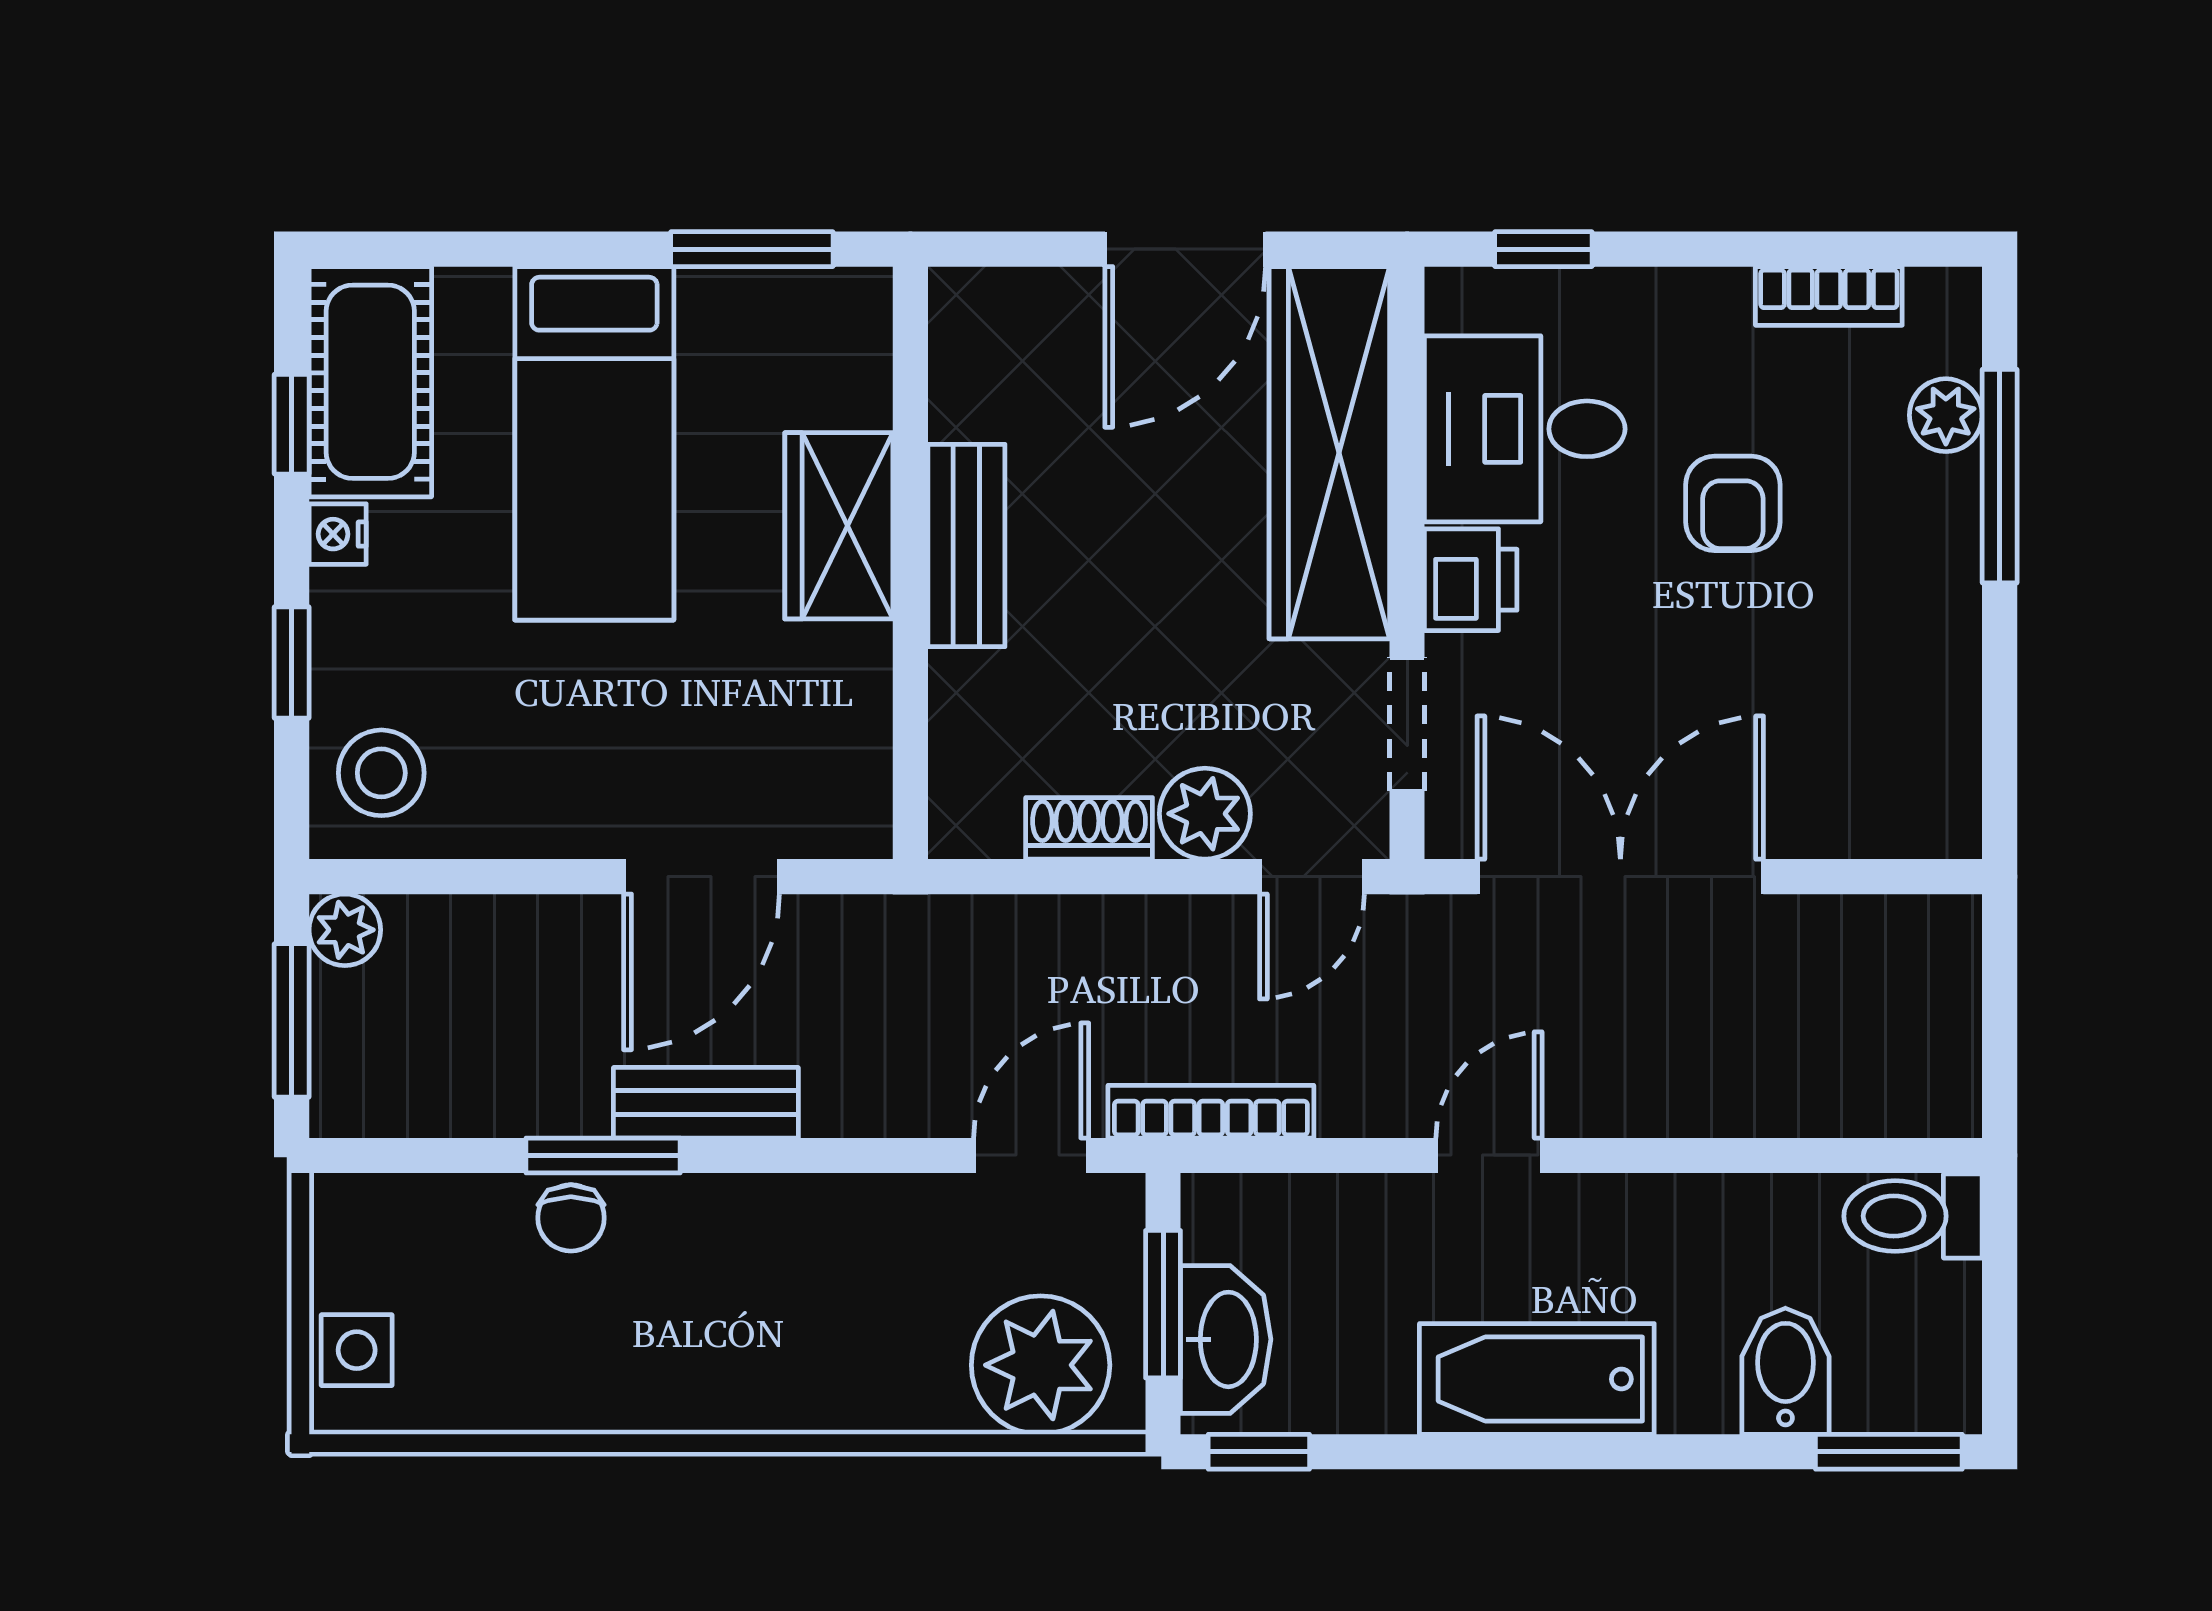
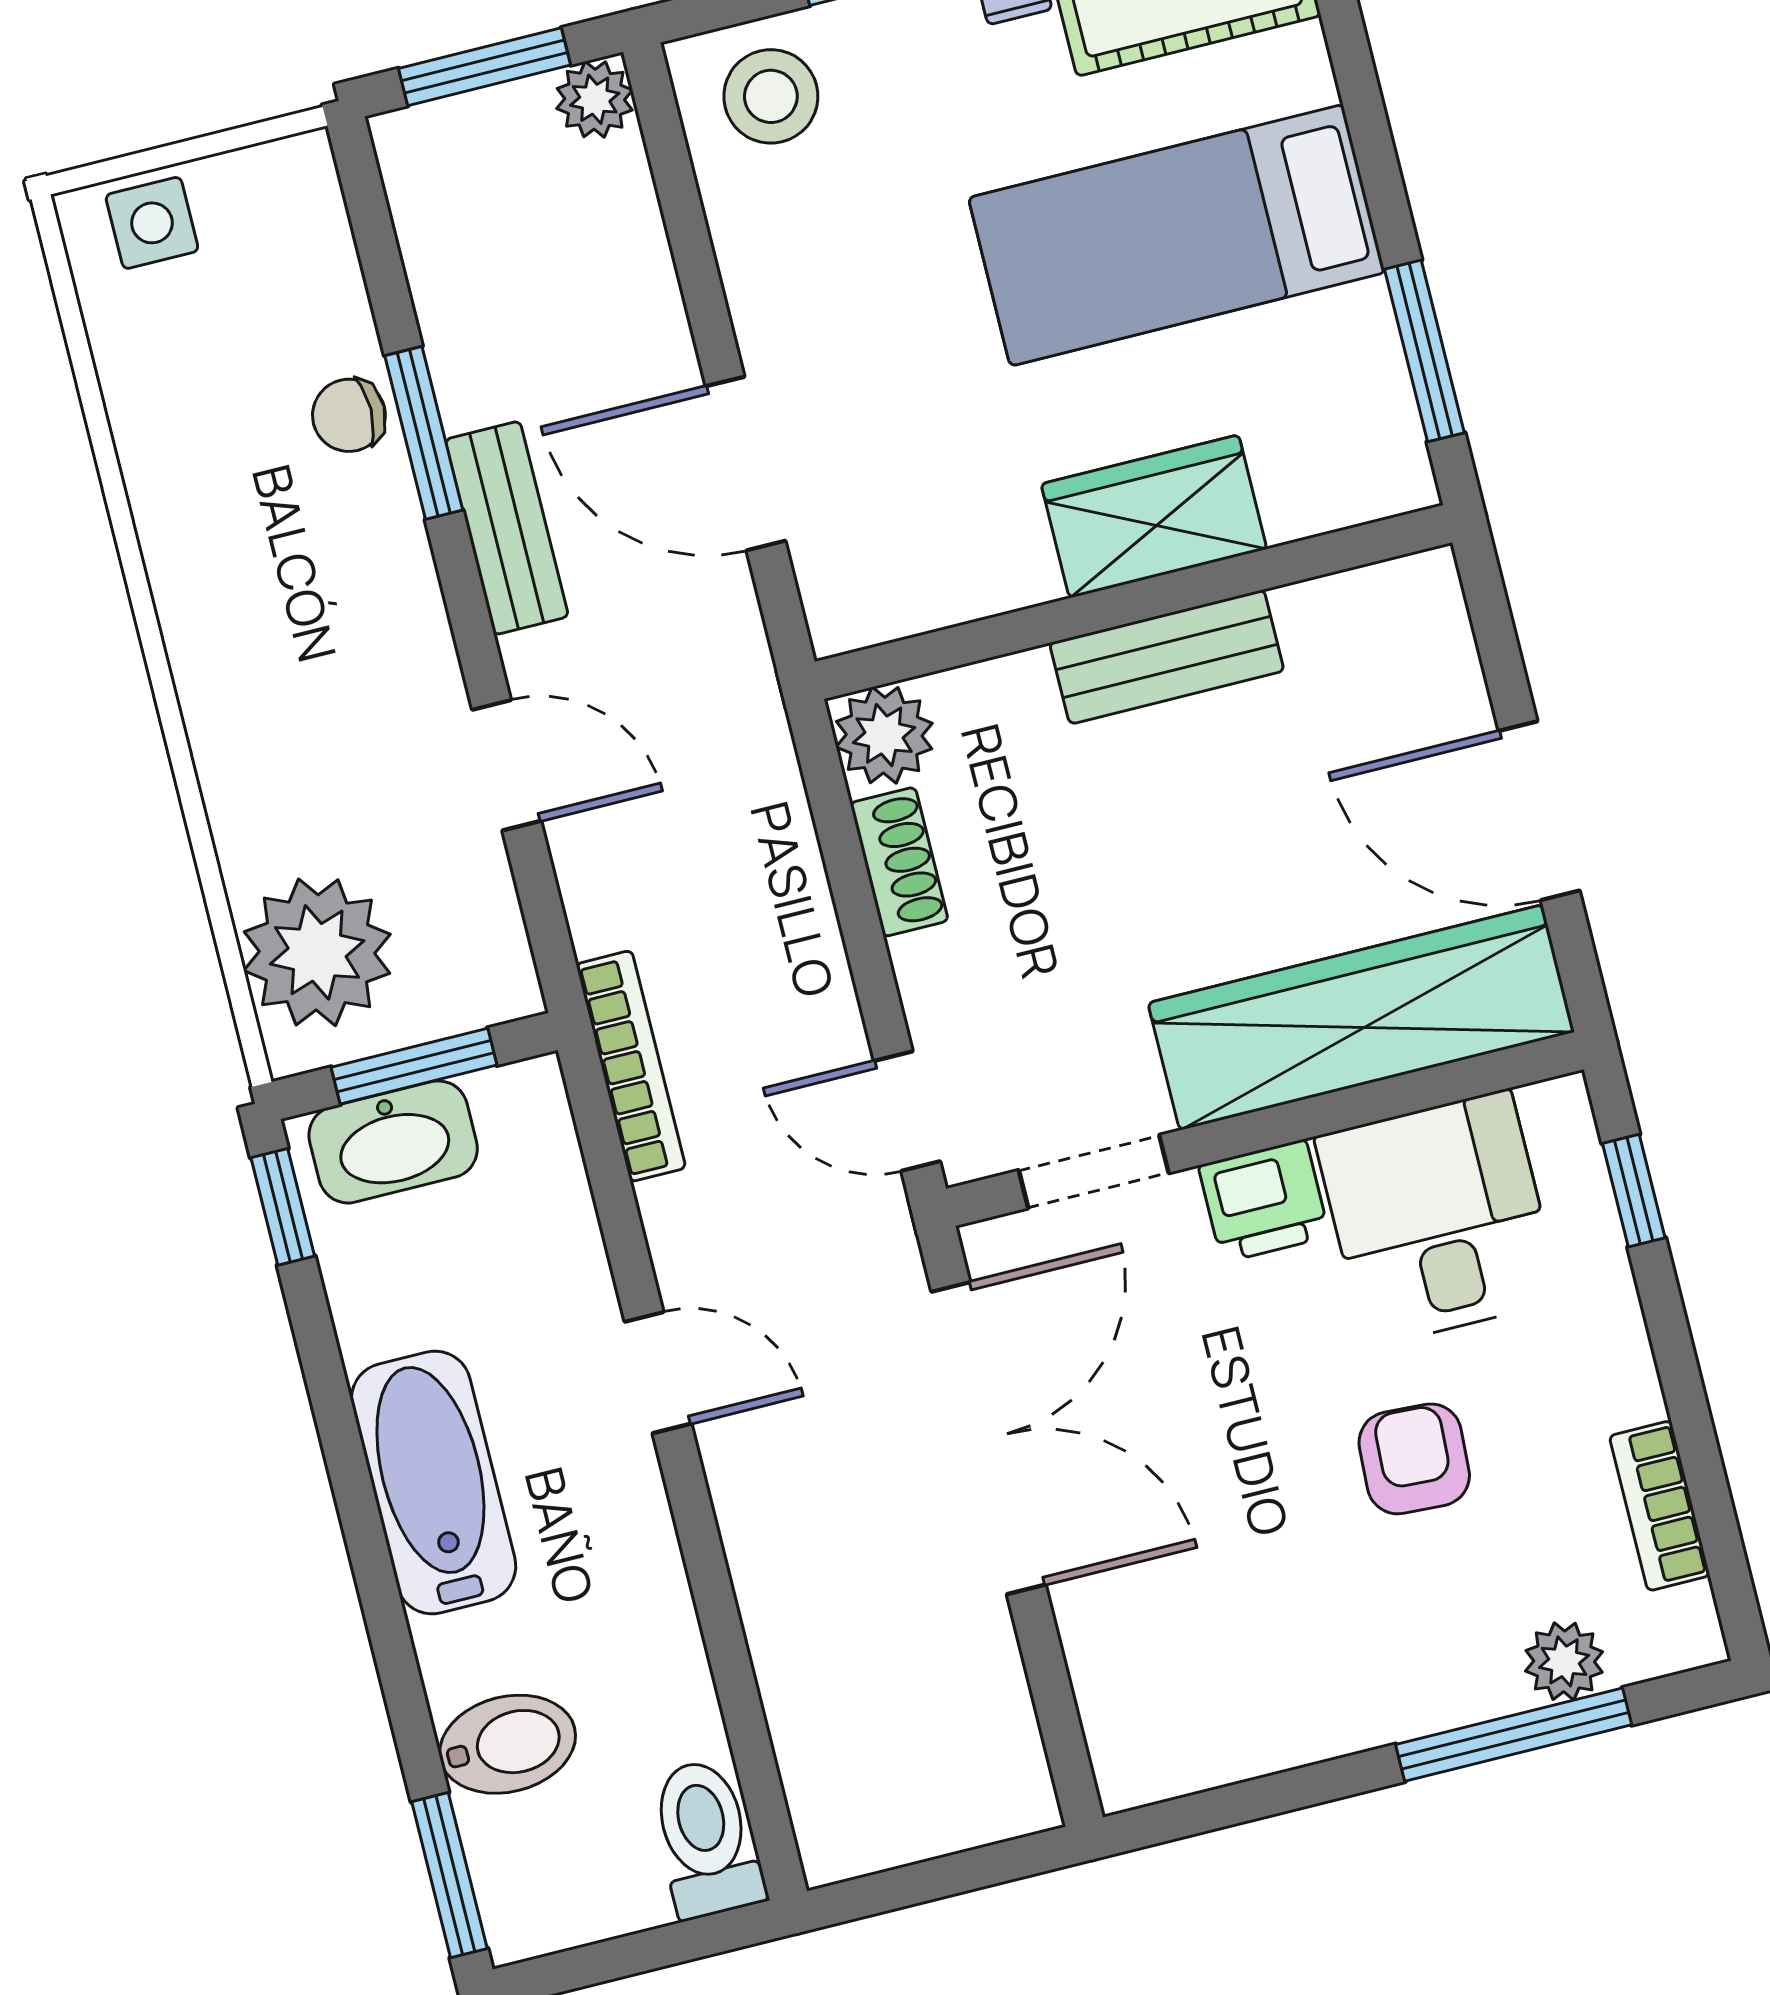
armchair: (1733, 503) -> (1414, 1459), turned 93
plant: (1205, 814) -> (884, 735), moved
door: (1031, 1155) -> (507, 765), moved

